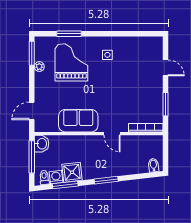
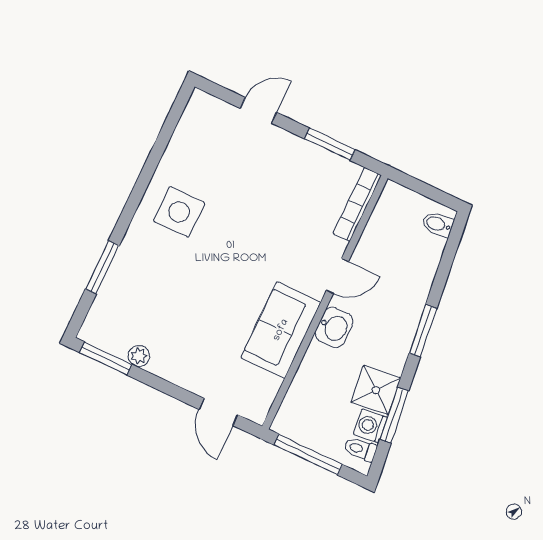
side table: (107, 55) -> (179, 212), width x1.87, depth x1.87
grand piano: (71, 62) -> (161, 289), removed
washbasin: (41, 144) -> (334, 327), moved, turned 90

